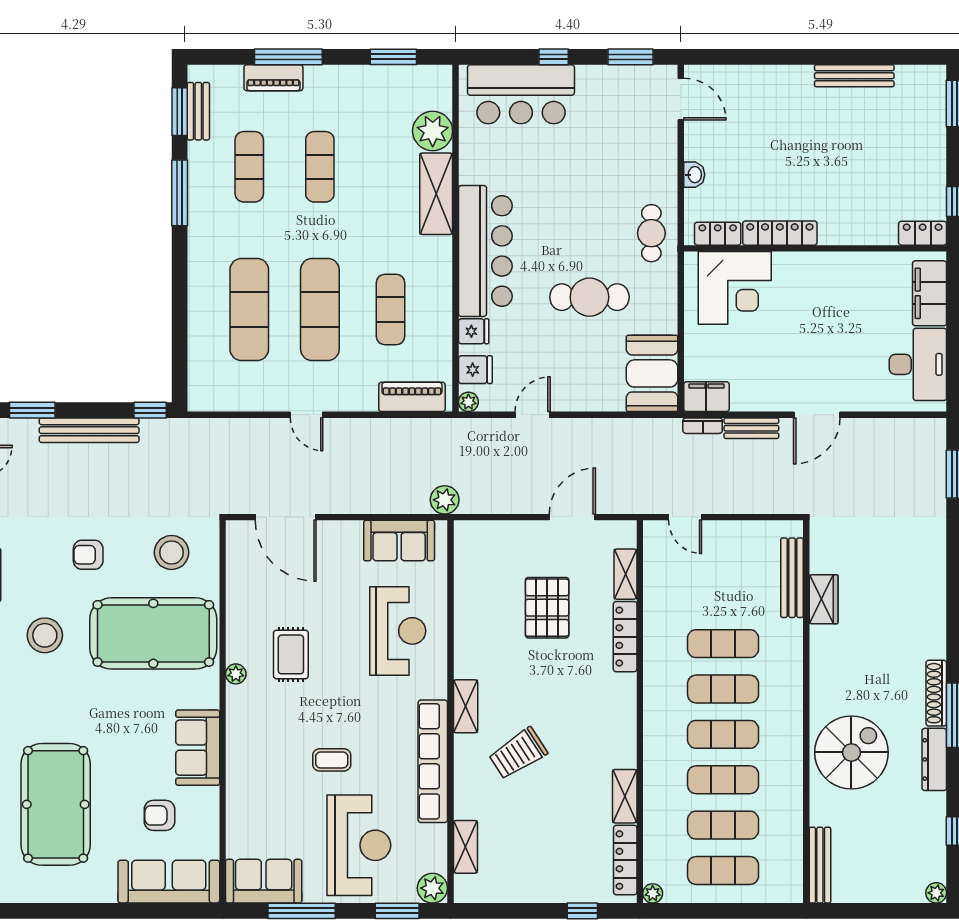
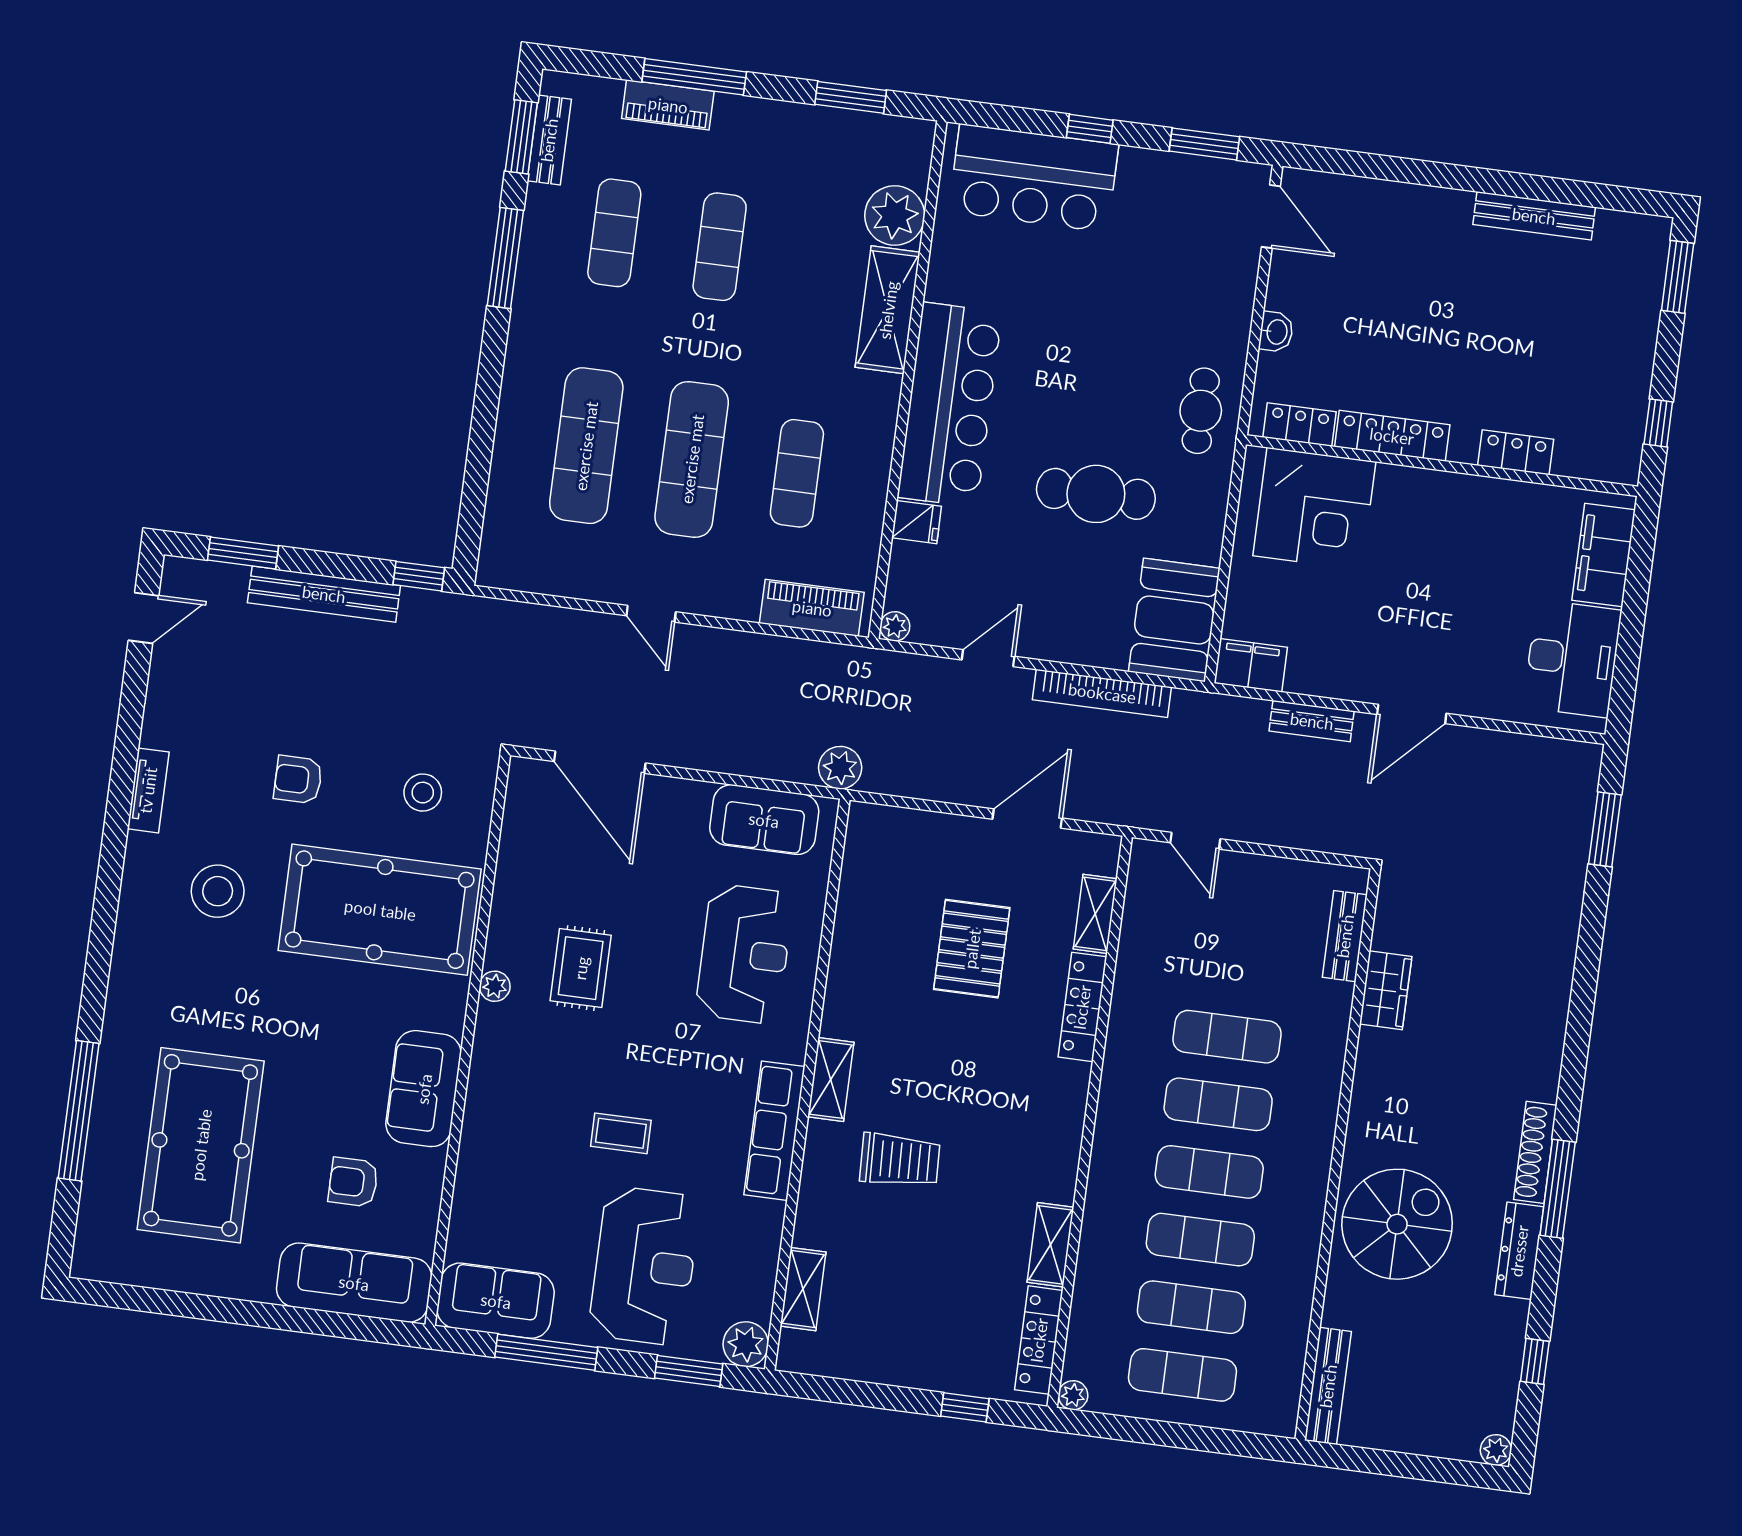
locker: (923, 233) -> (1516, 452), moved
fridge: (475, 370) -> (912, 580), removed
bookcase: (703, 426) -> (1102, 693), moved, width x2.31, depth x1.31
stool: (172, 552) -> (423, 793), width x0.73, depth x0.73
bench: (792, 578) -> (1345, 936), width x0.73
trolley: (518, 753) -> (900, 1160), turned -149
row of seats: (433, 761) -> (774, 1131), width x0.73

